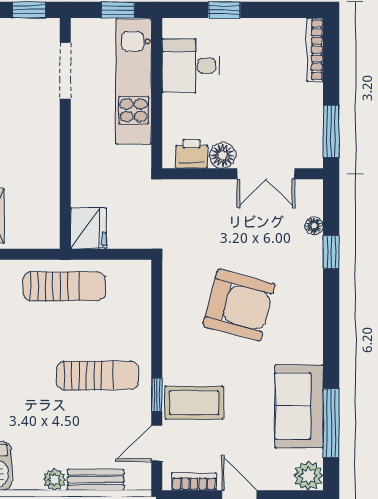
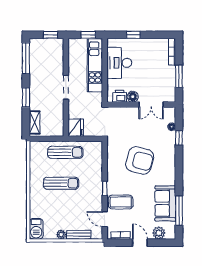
desk: (191, 66) -> (119, 63), width x1.37
doorway: (65, 71) -> (66, 87), moved
window: (331, 131) -> (179, 76), moved
sun lounger: (98, 375) -> (61, 183), moved
window: (157, 395) -> (105, 188), moved
door: (157, 443) -> (105, 219), hinge flipped
plant: (308, 476) -> (159, 233), moved

